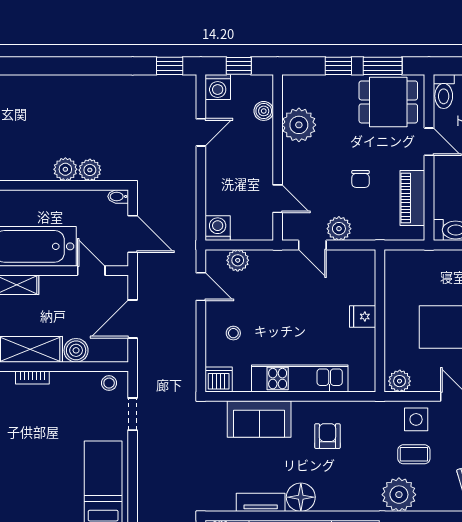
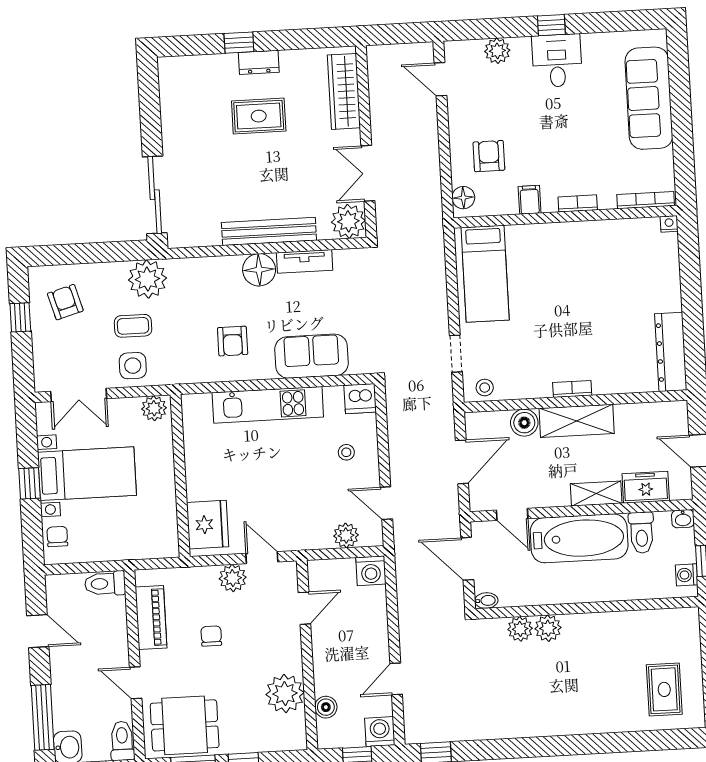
door: (278, 199) -> (304, 608), swing flipped
fridge: (363, 317) -> (208, 525), moved, width x1.88, depth x1.34

